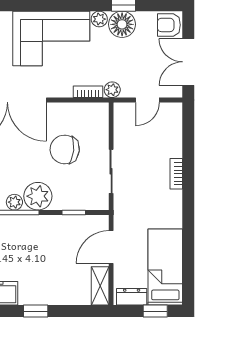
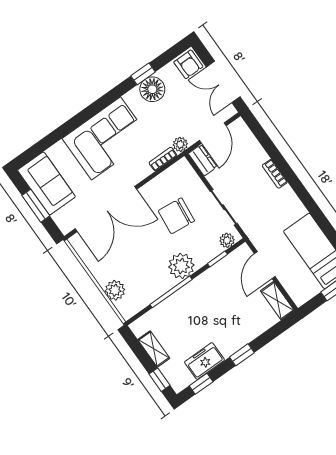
plant: (99, 19) -> (132, 98), removed
armchair: (169, 25) -> (188, 64), turned -90
door: (147, 100) -> (213, 133), width x1.38
plant: (14, 202) -> (227, 240), moved
dresser: (132, 297) -> (203, 160), moved, turned 90

